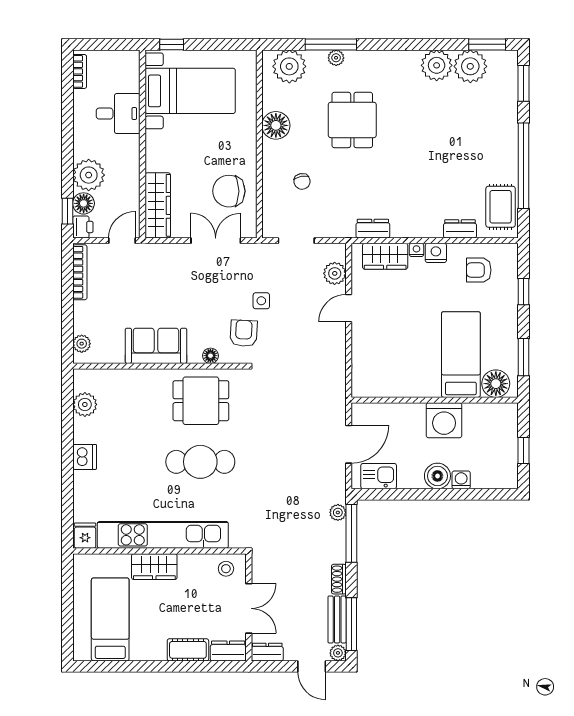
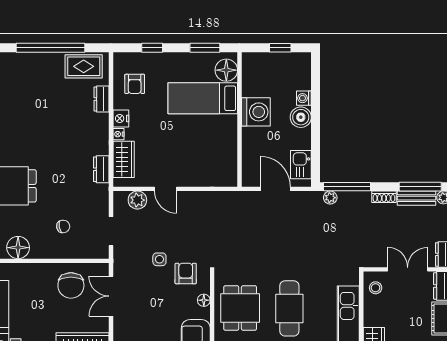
armchair: (244, 333) -> (186, 274), turned 87

